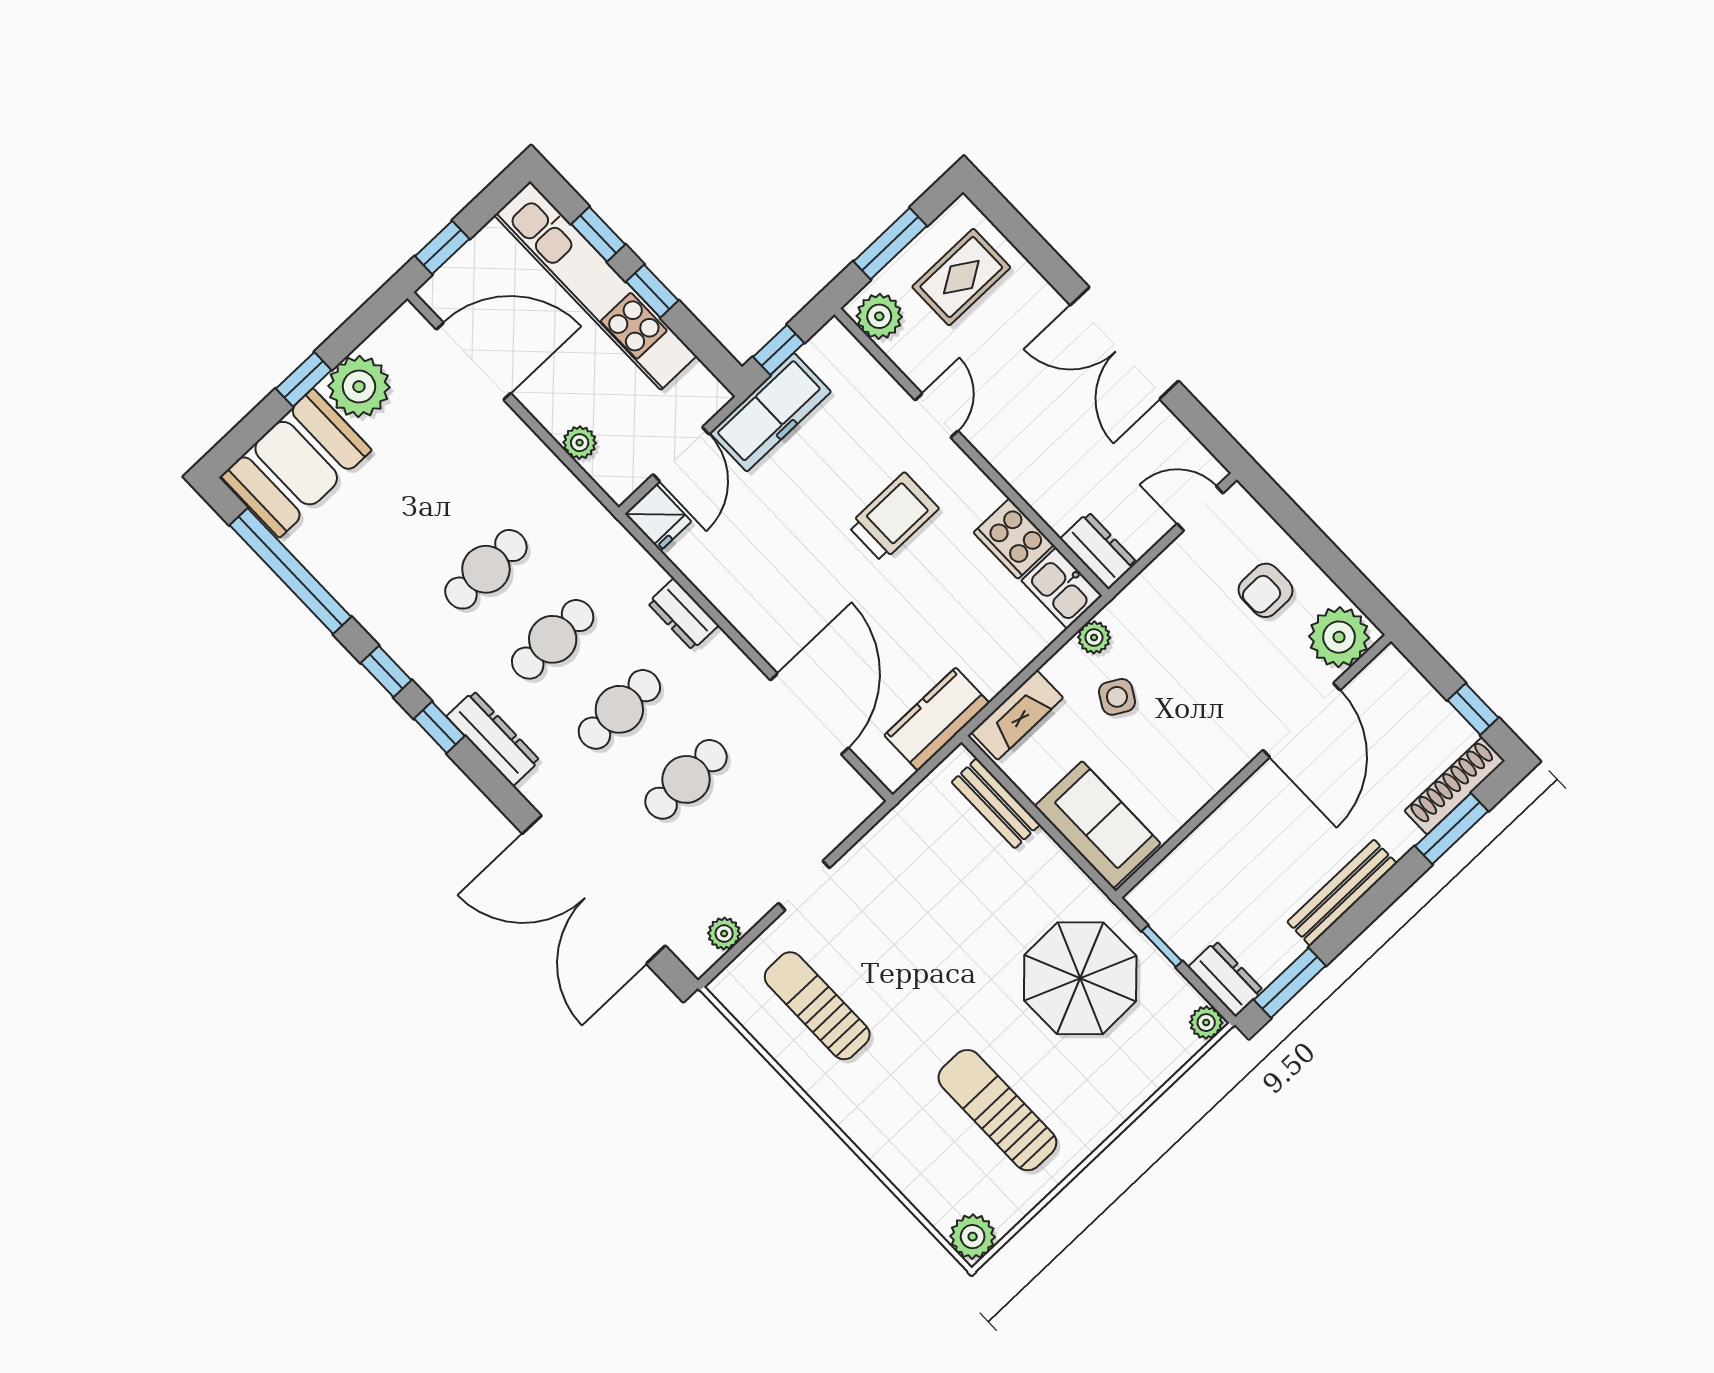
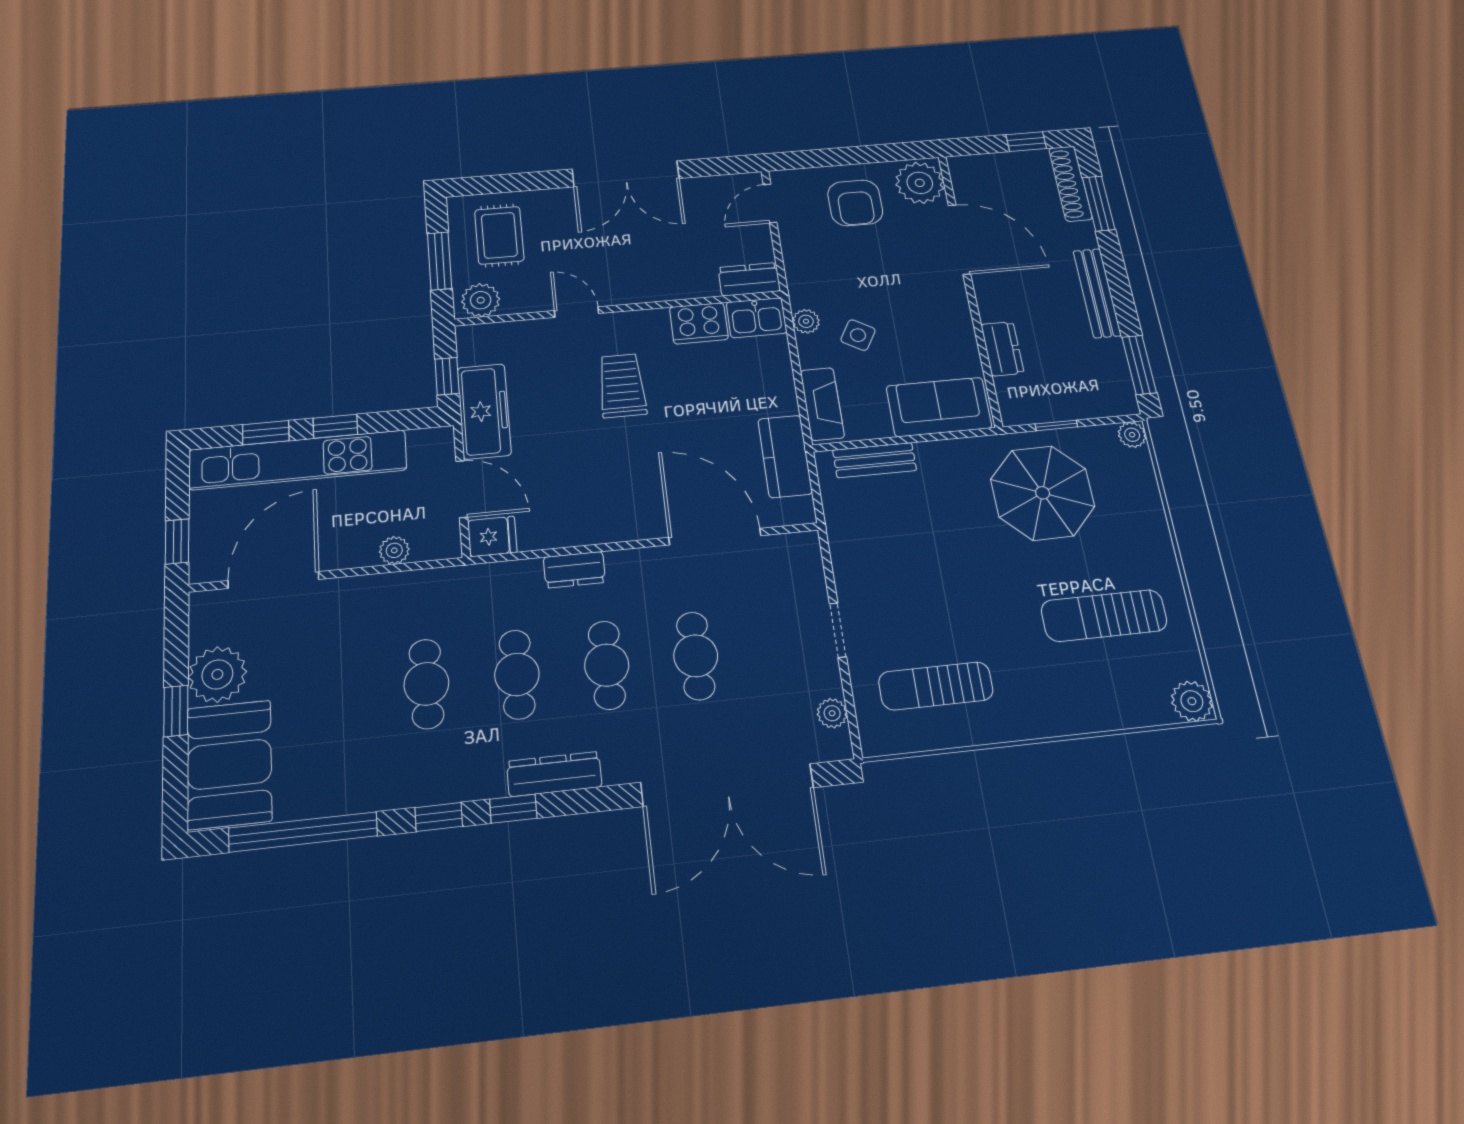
armchair: (1266, 590) -> (855, 203), width x1.38, depth x1.38
dresser: (1226, 979) -> (1002, 349), moved, turned 90

